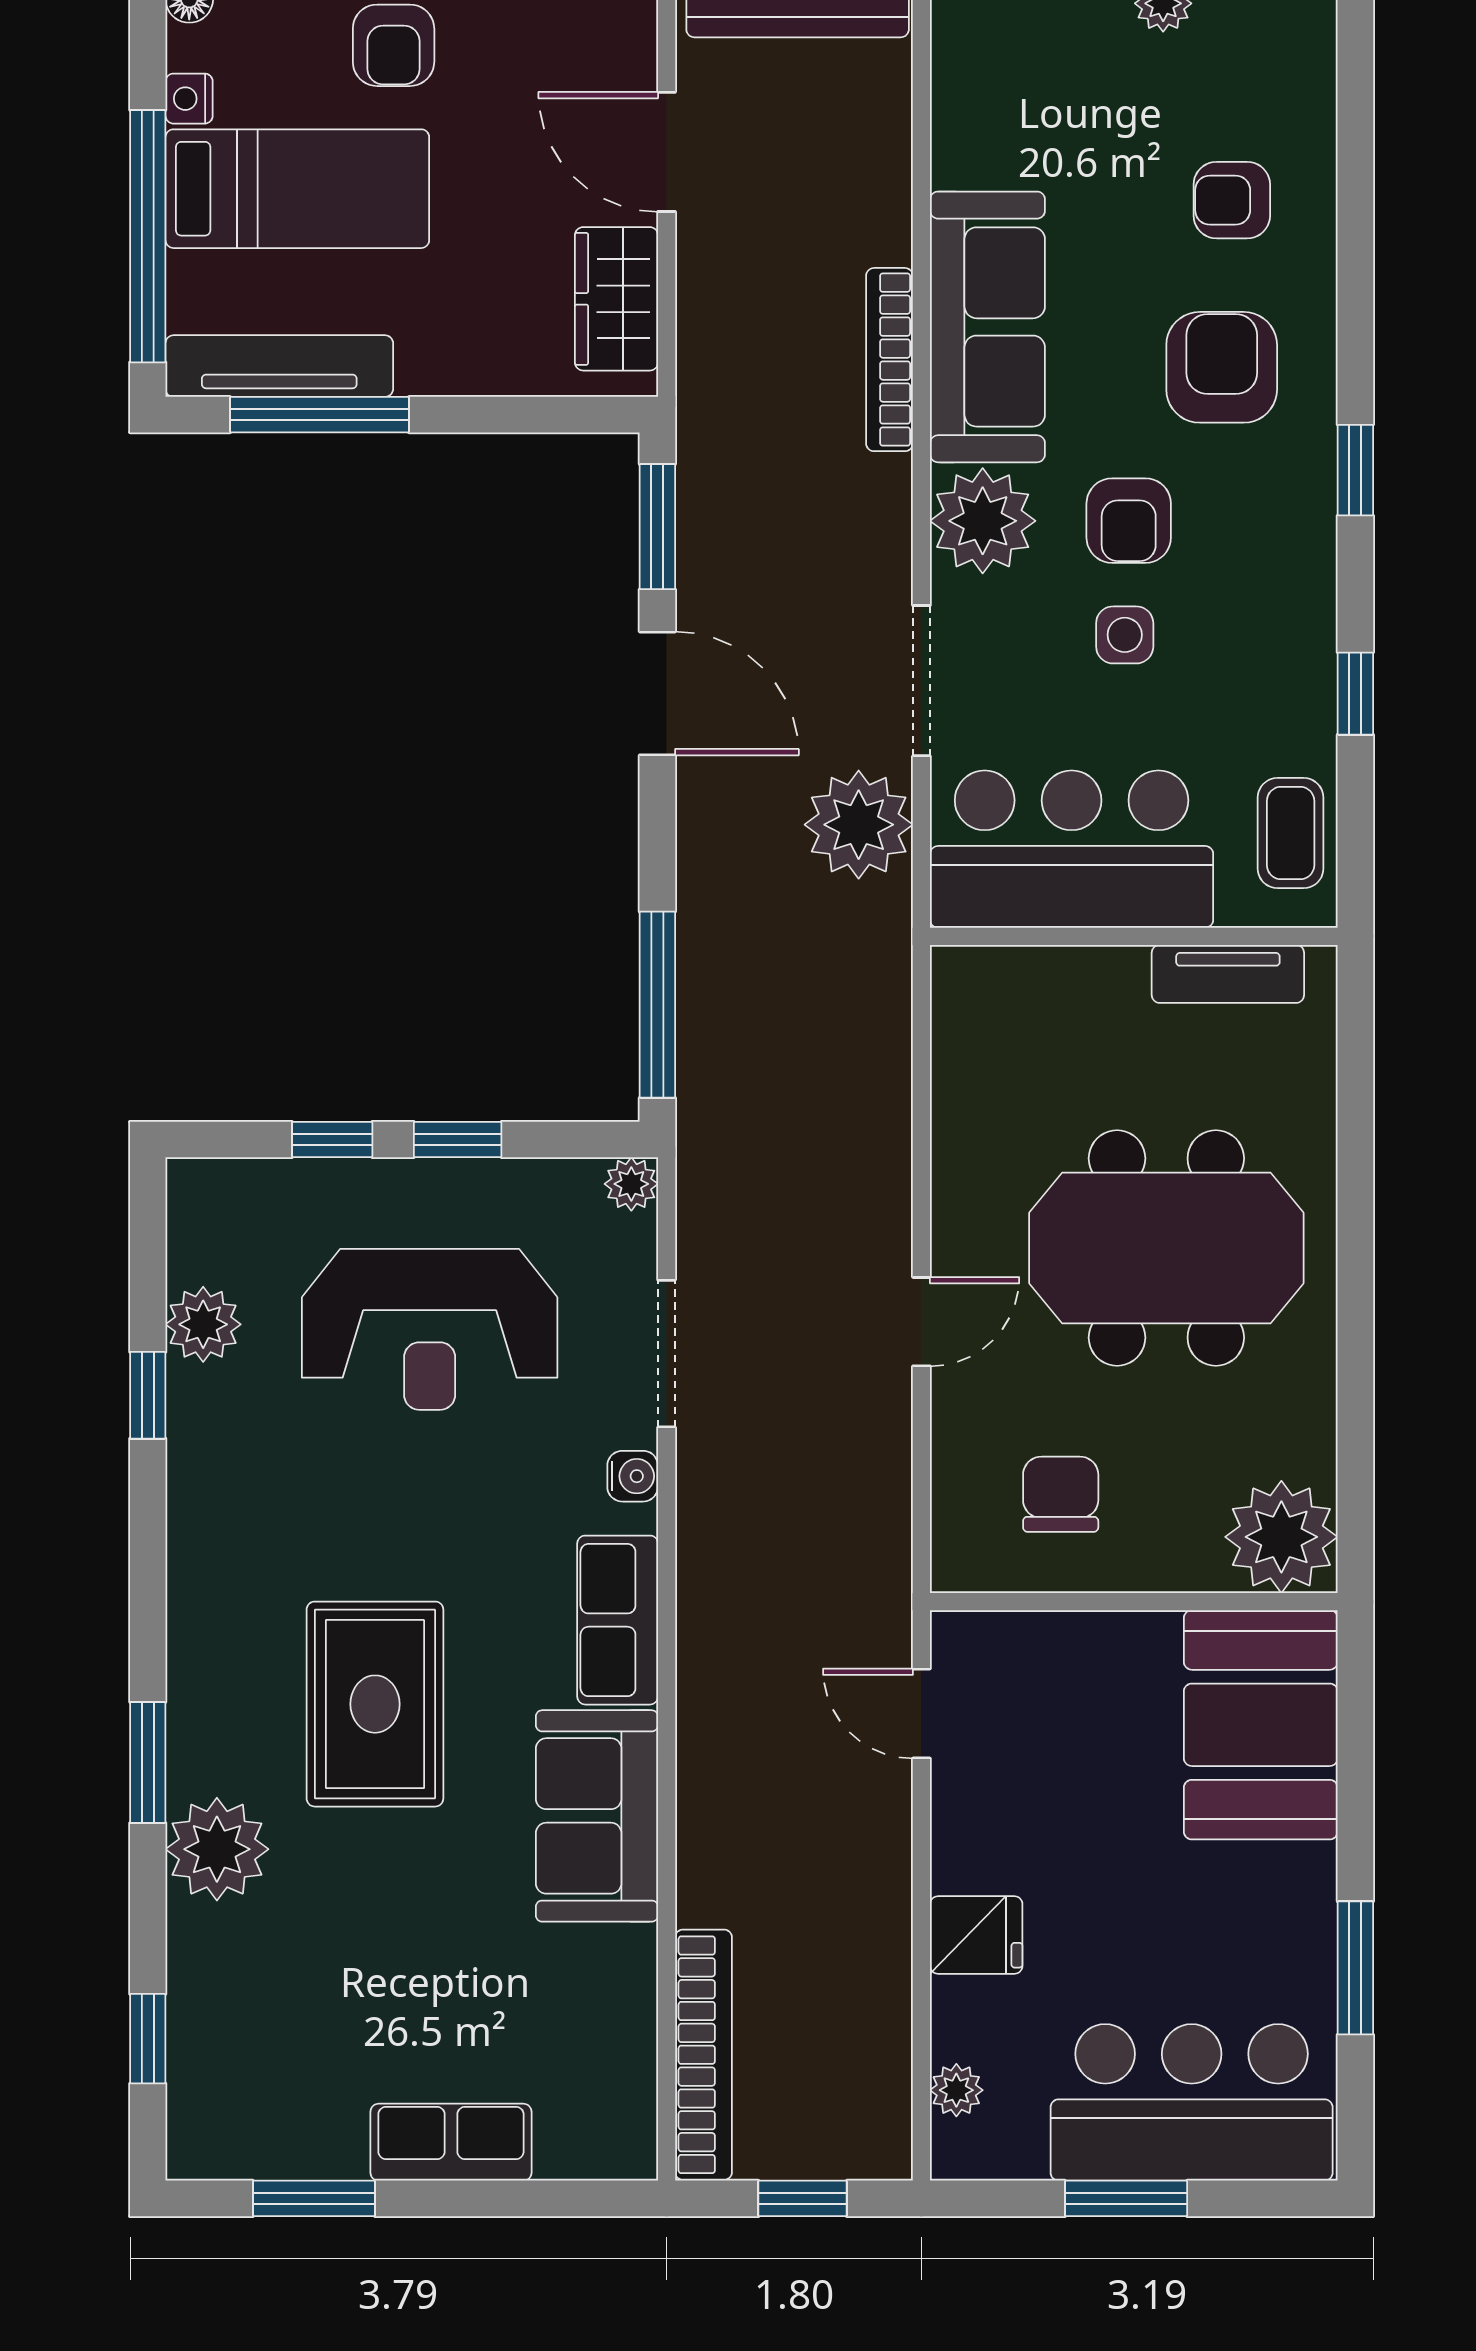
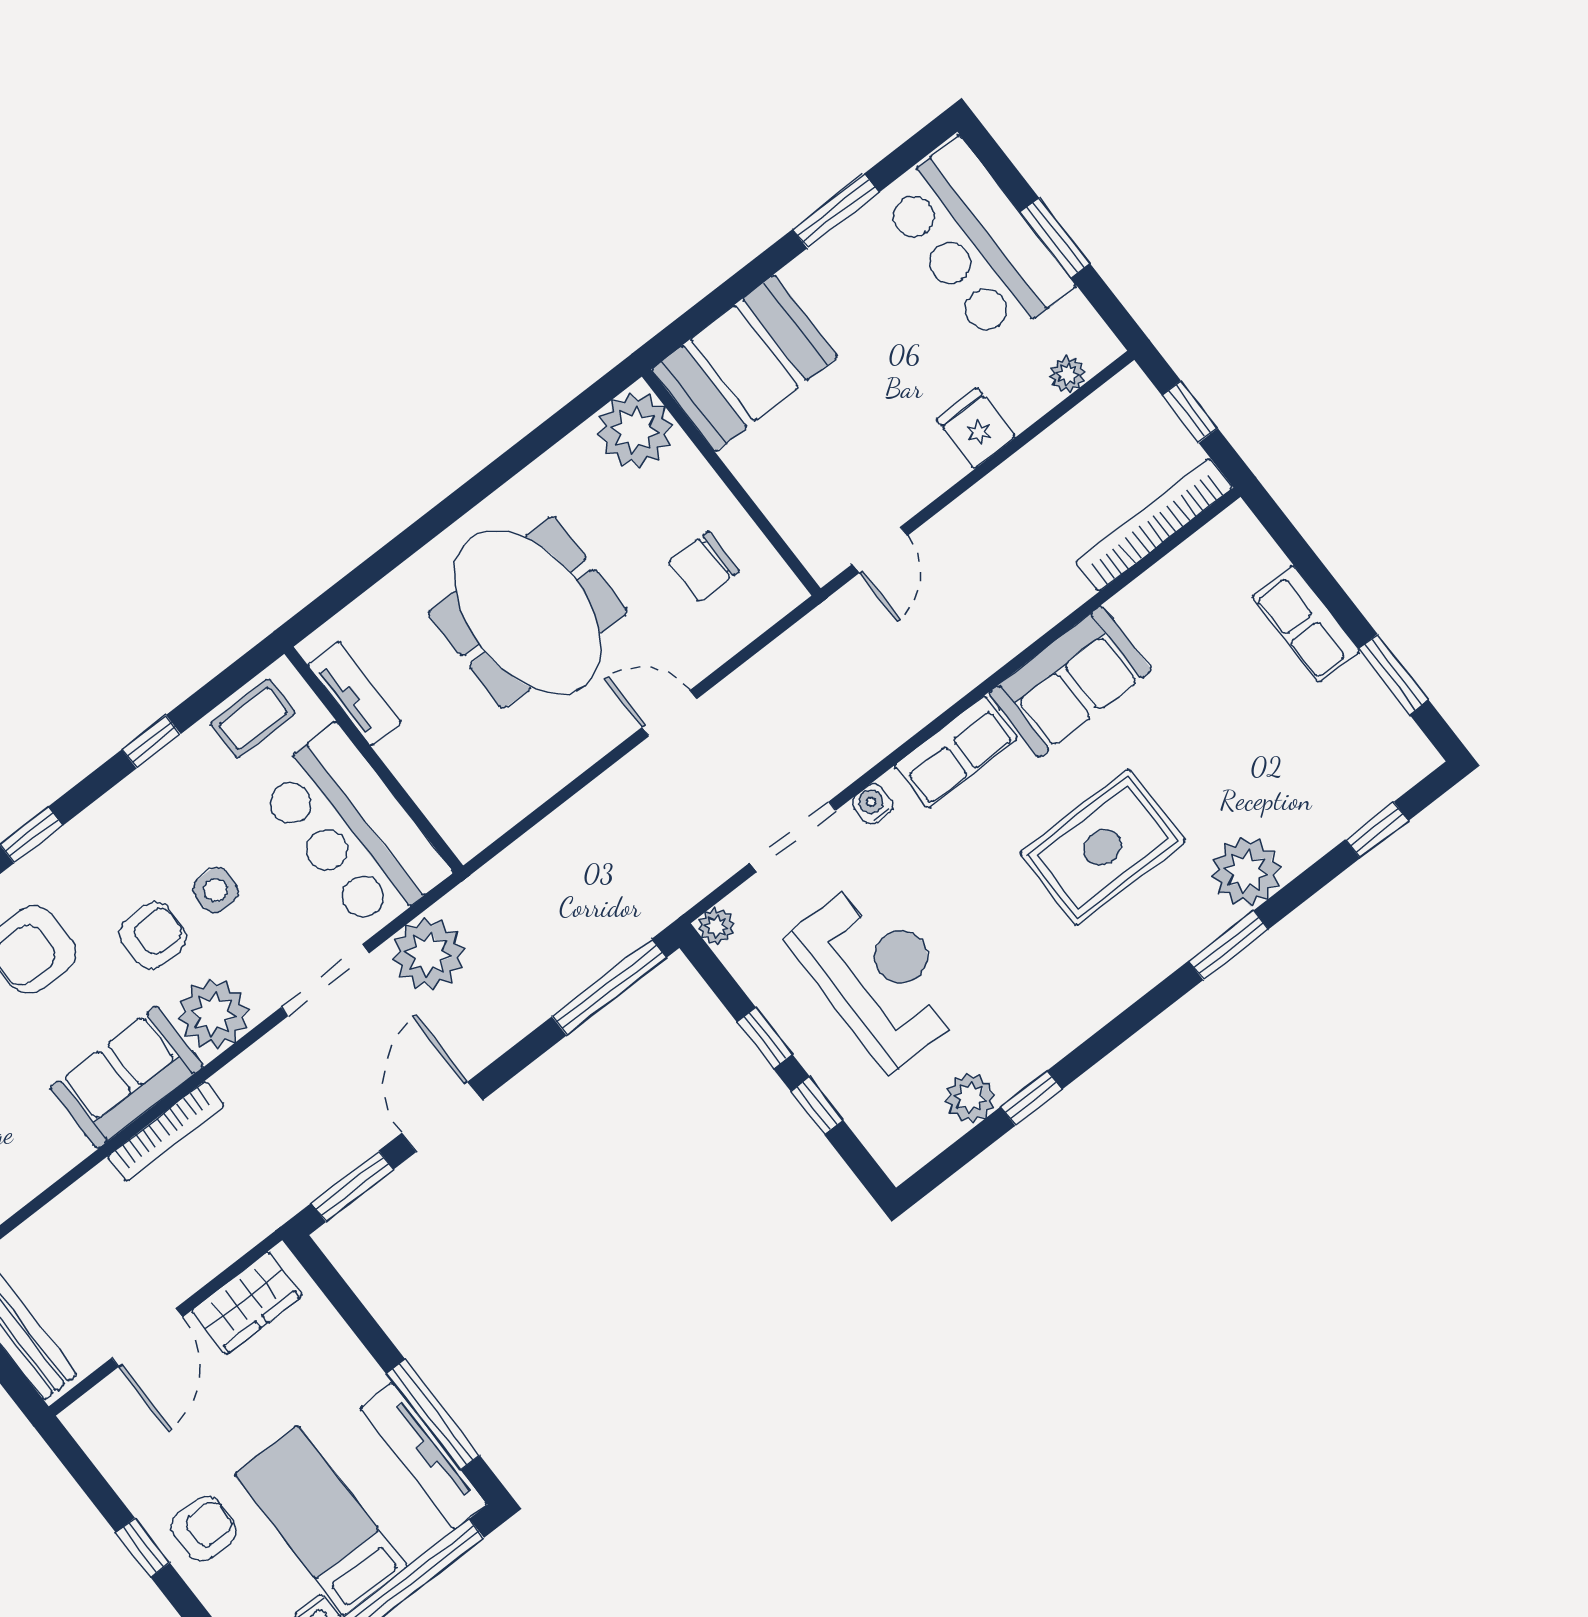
sofa: (987, 327) -> (127, 1077), width x0.73

